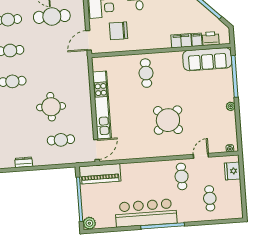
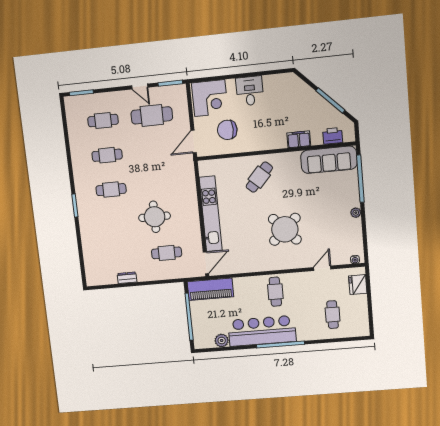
filing cabinet: (197, 40) -> (317, 138), removed
cafe table: (146, 73) -> (259, 177), turned 42
cafe table: (182, 176) -> (275, 292), moved
plant: (89, 223) -> (222, 340), moved

